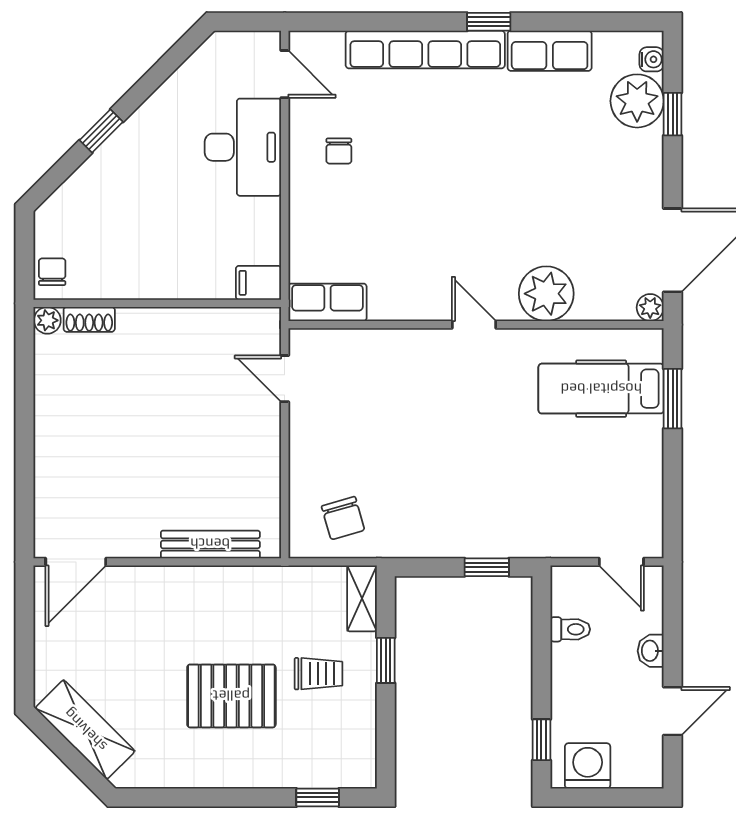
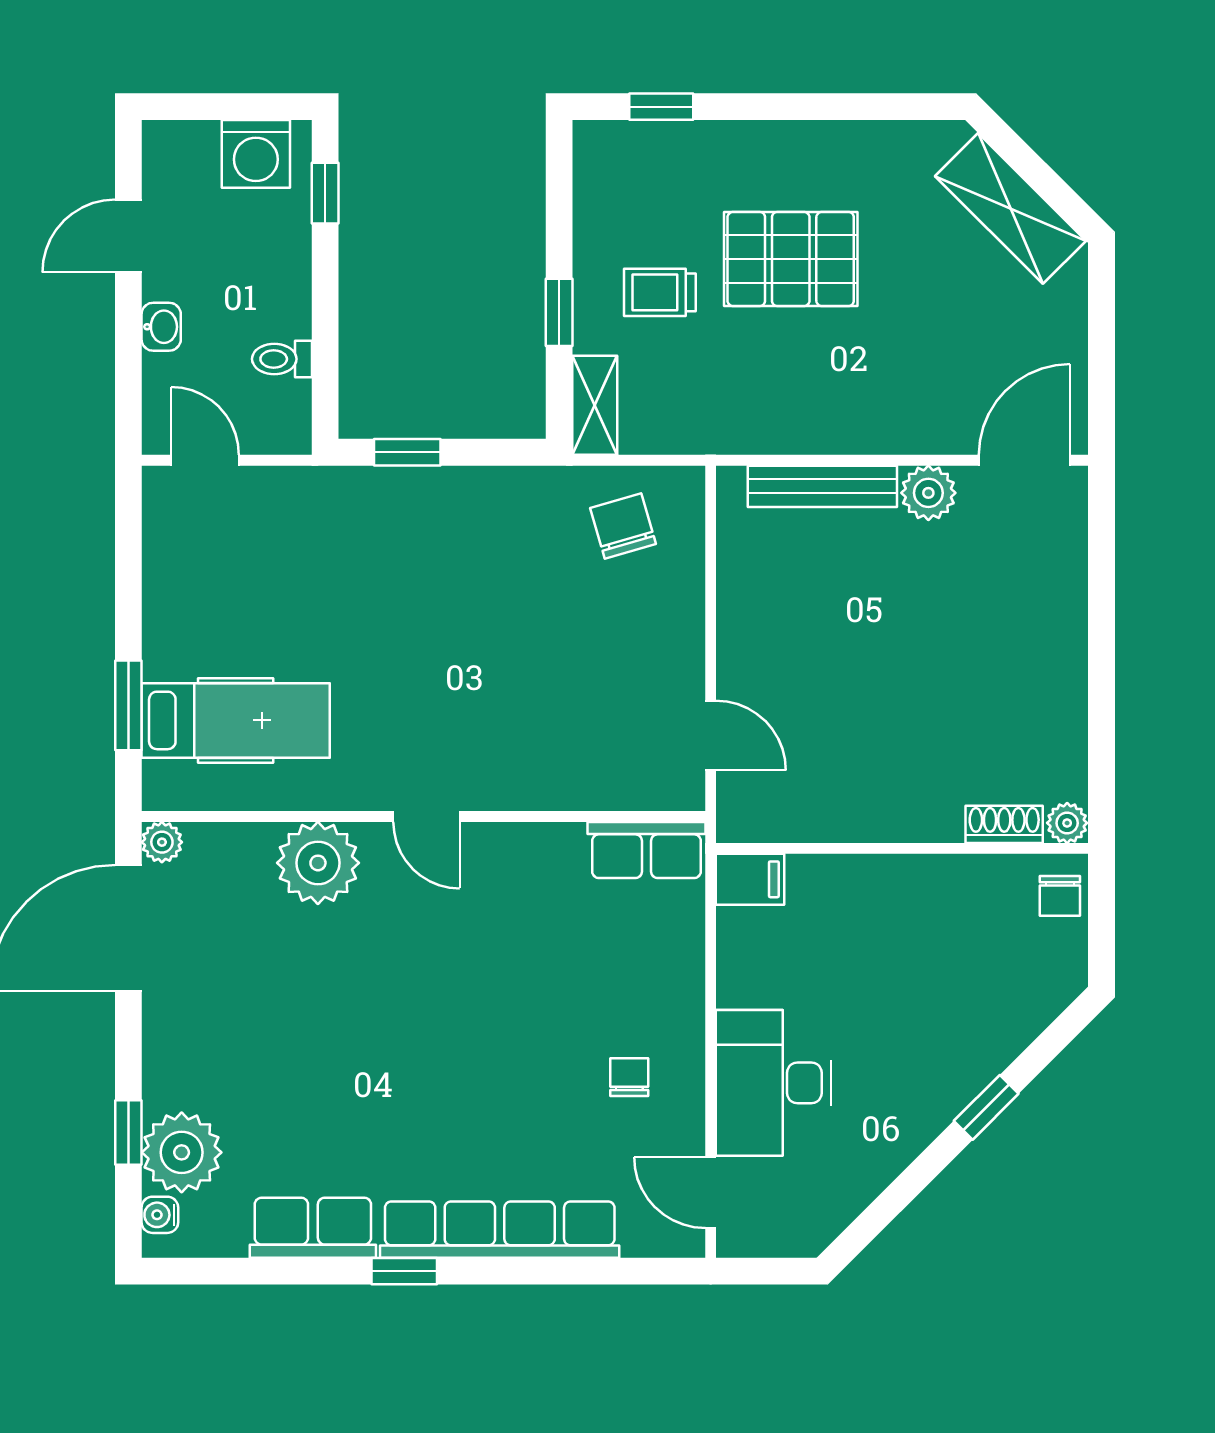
plant: (140, 540) -> (928, 493), added

